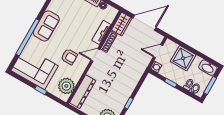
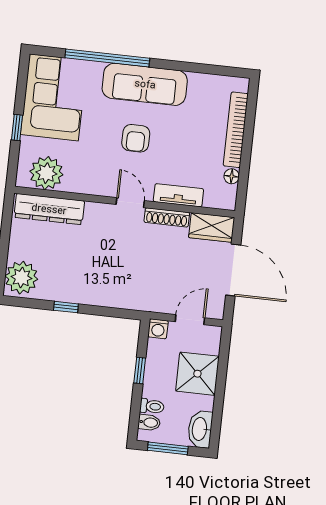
sofa: (46, 26) -> (145, 84), width x1.36
door: (158, 51) -> (190, 320), hinge flipped
armchair: (69, 57) -> (136, 138), moved

